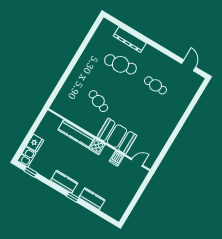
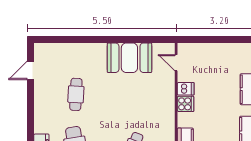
booth: (117, 136) -> (129, 58), moved, turned 90
cooker: (97, 147) -> (186, 104), moved

